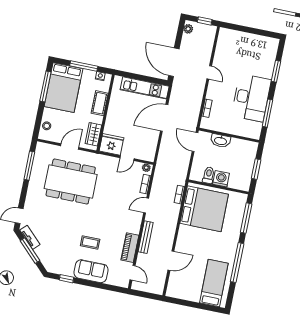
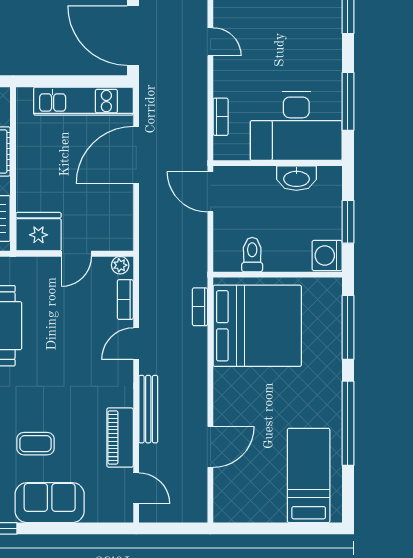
desk: (251, 98) -> (296, 126), moved, turned 90
washbasin: (221, 141) -> (296, 178), moved
washing machine: (221, 179) -> (327, 256), moved, turned -90

